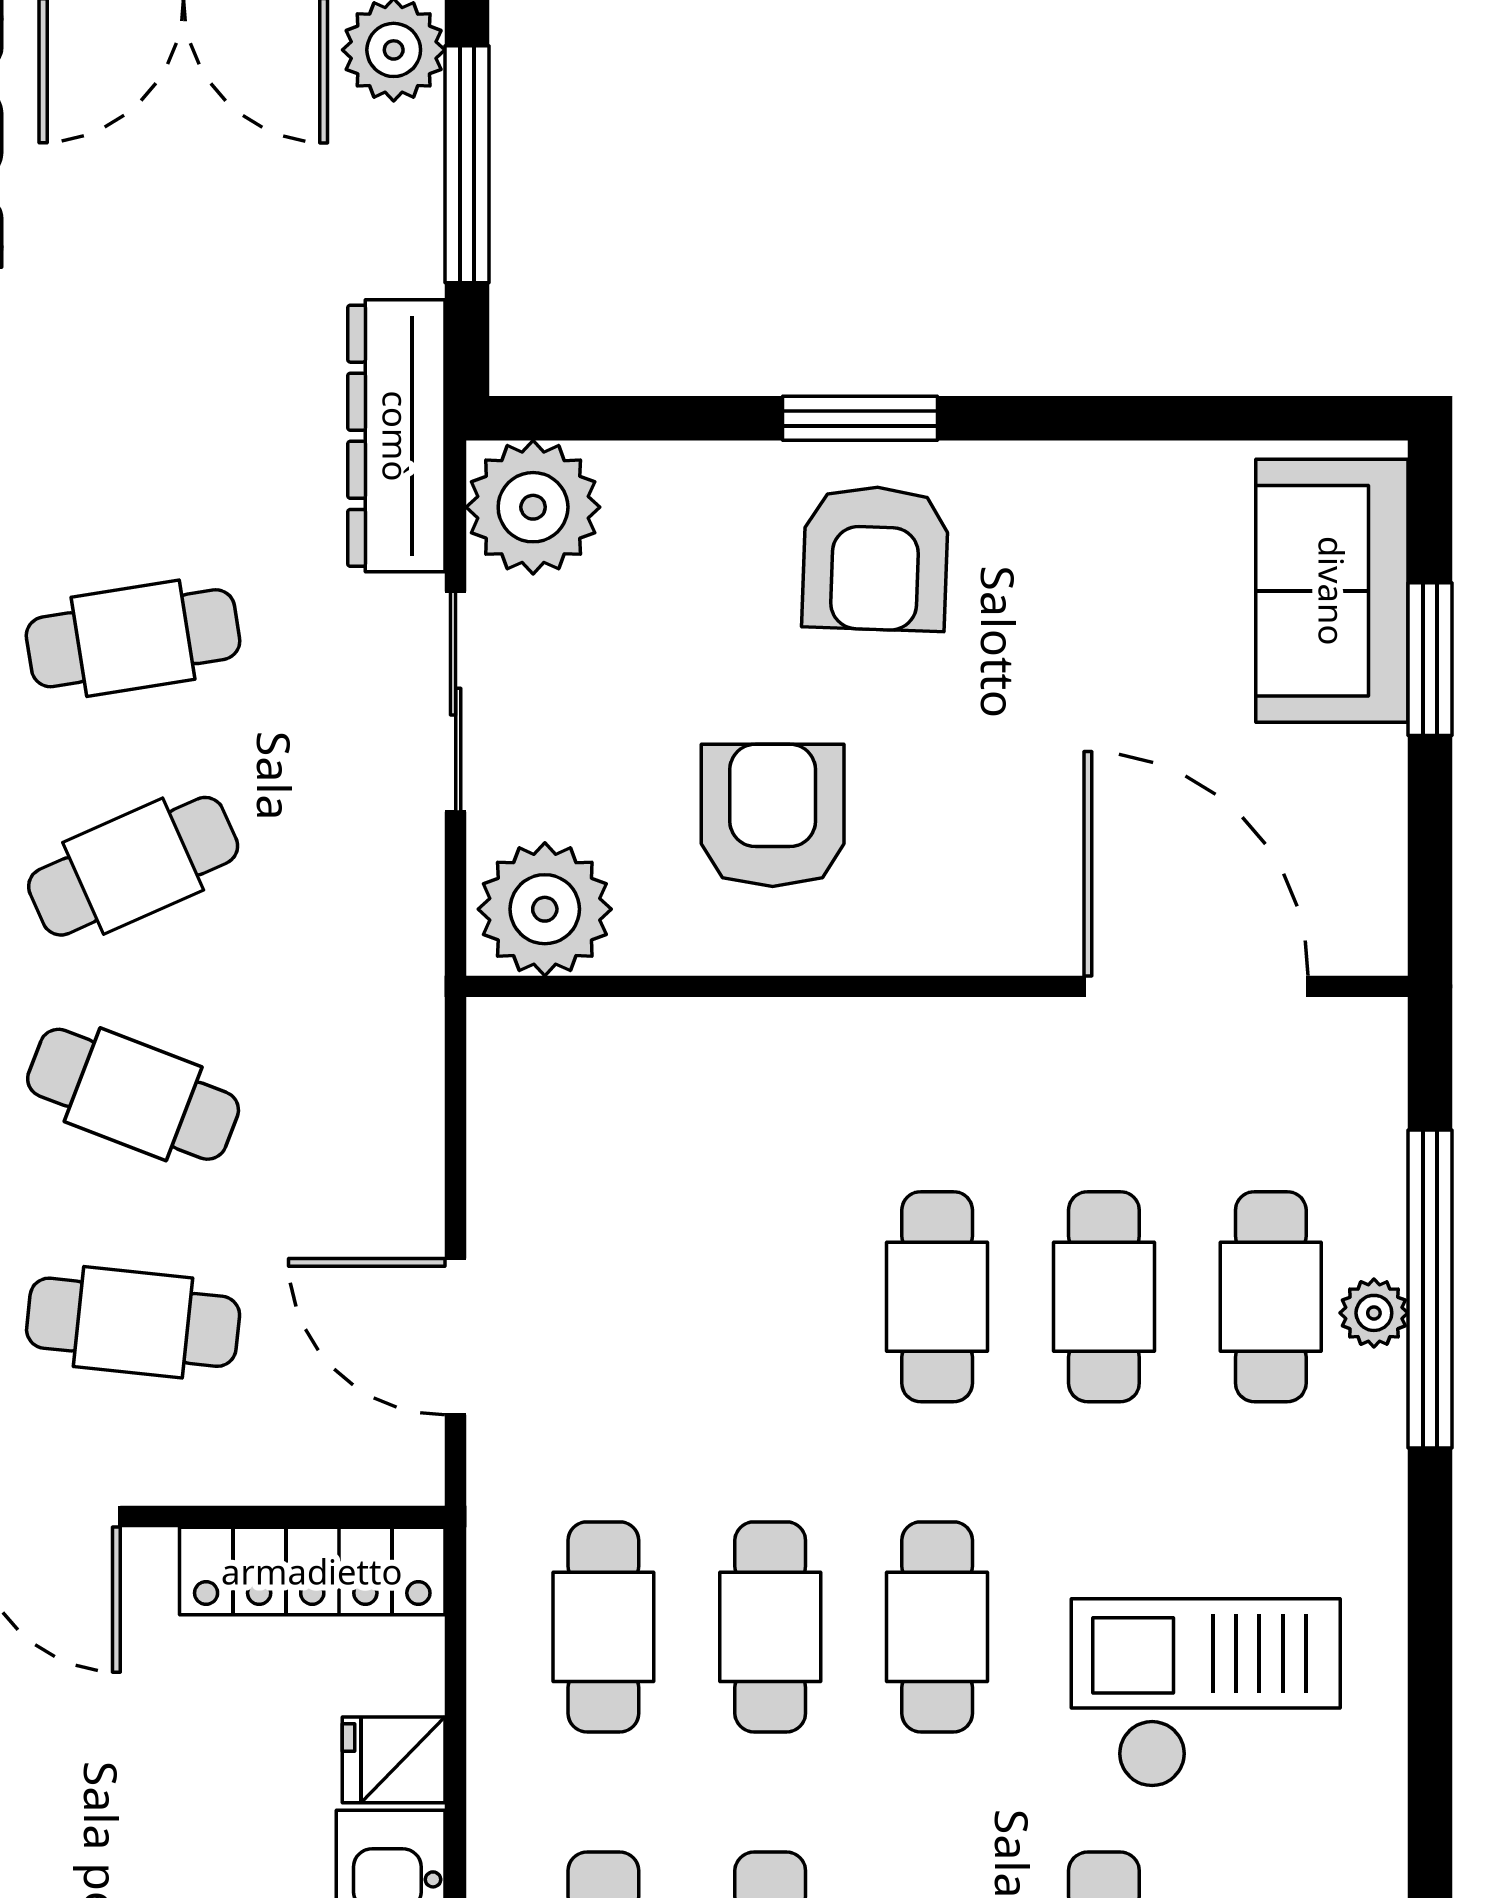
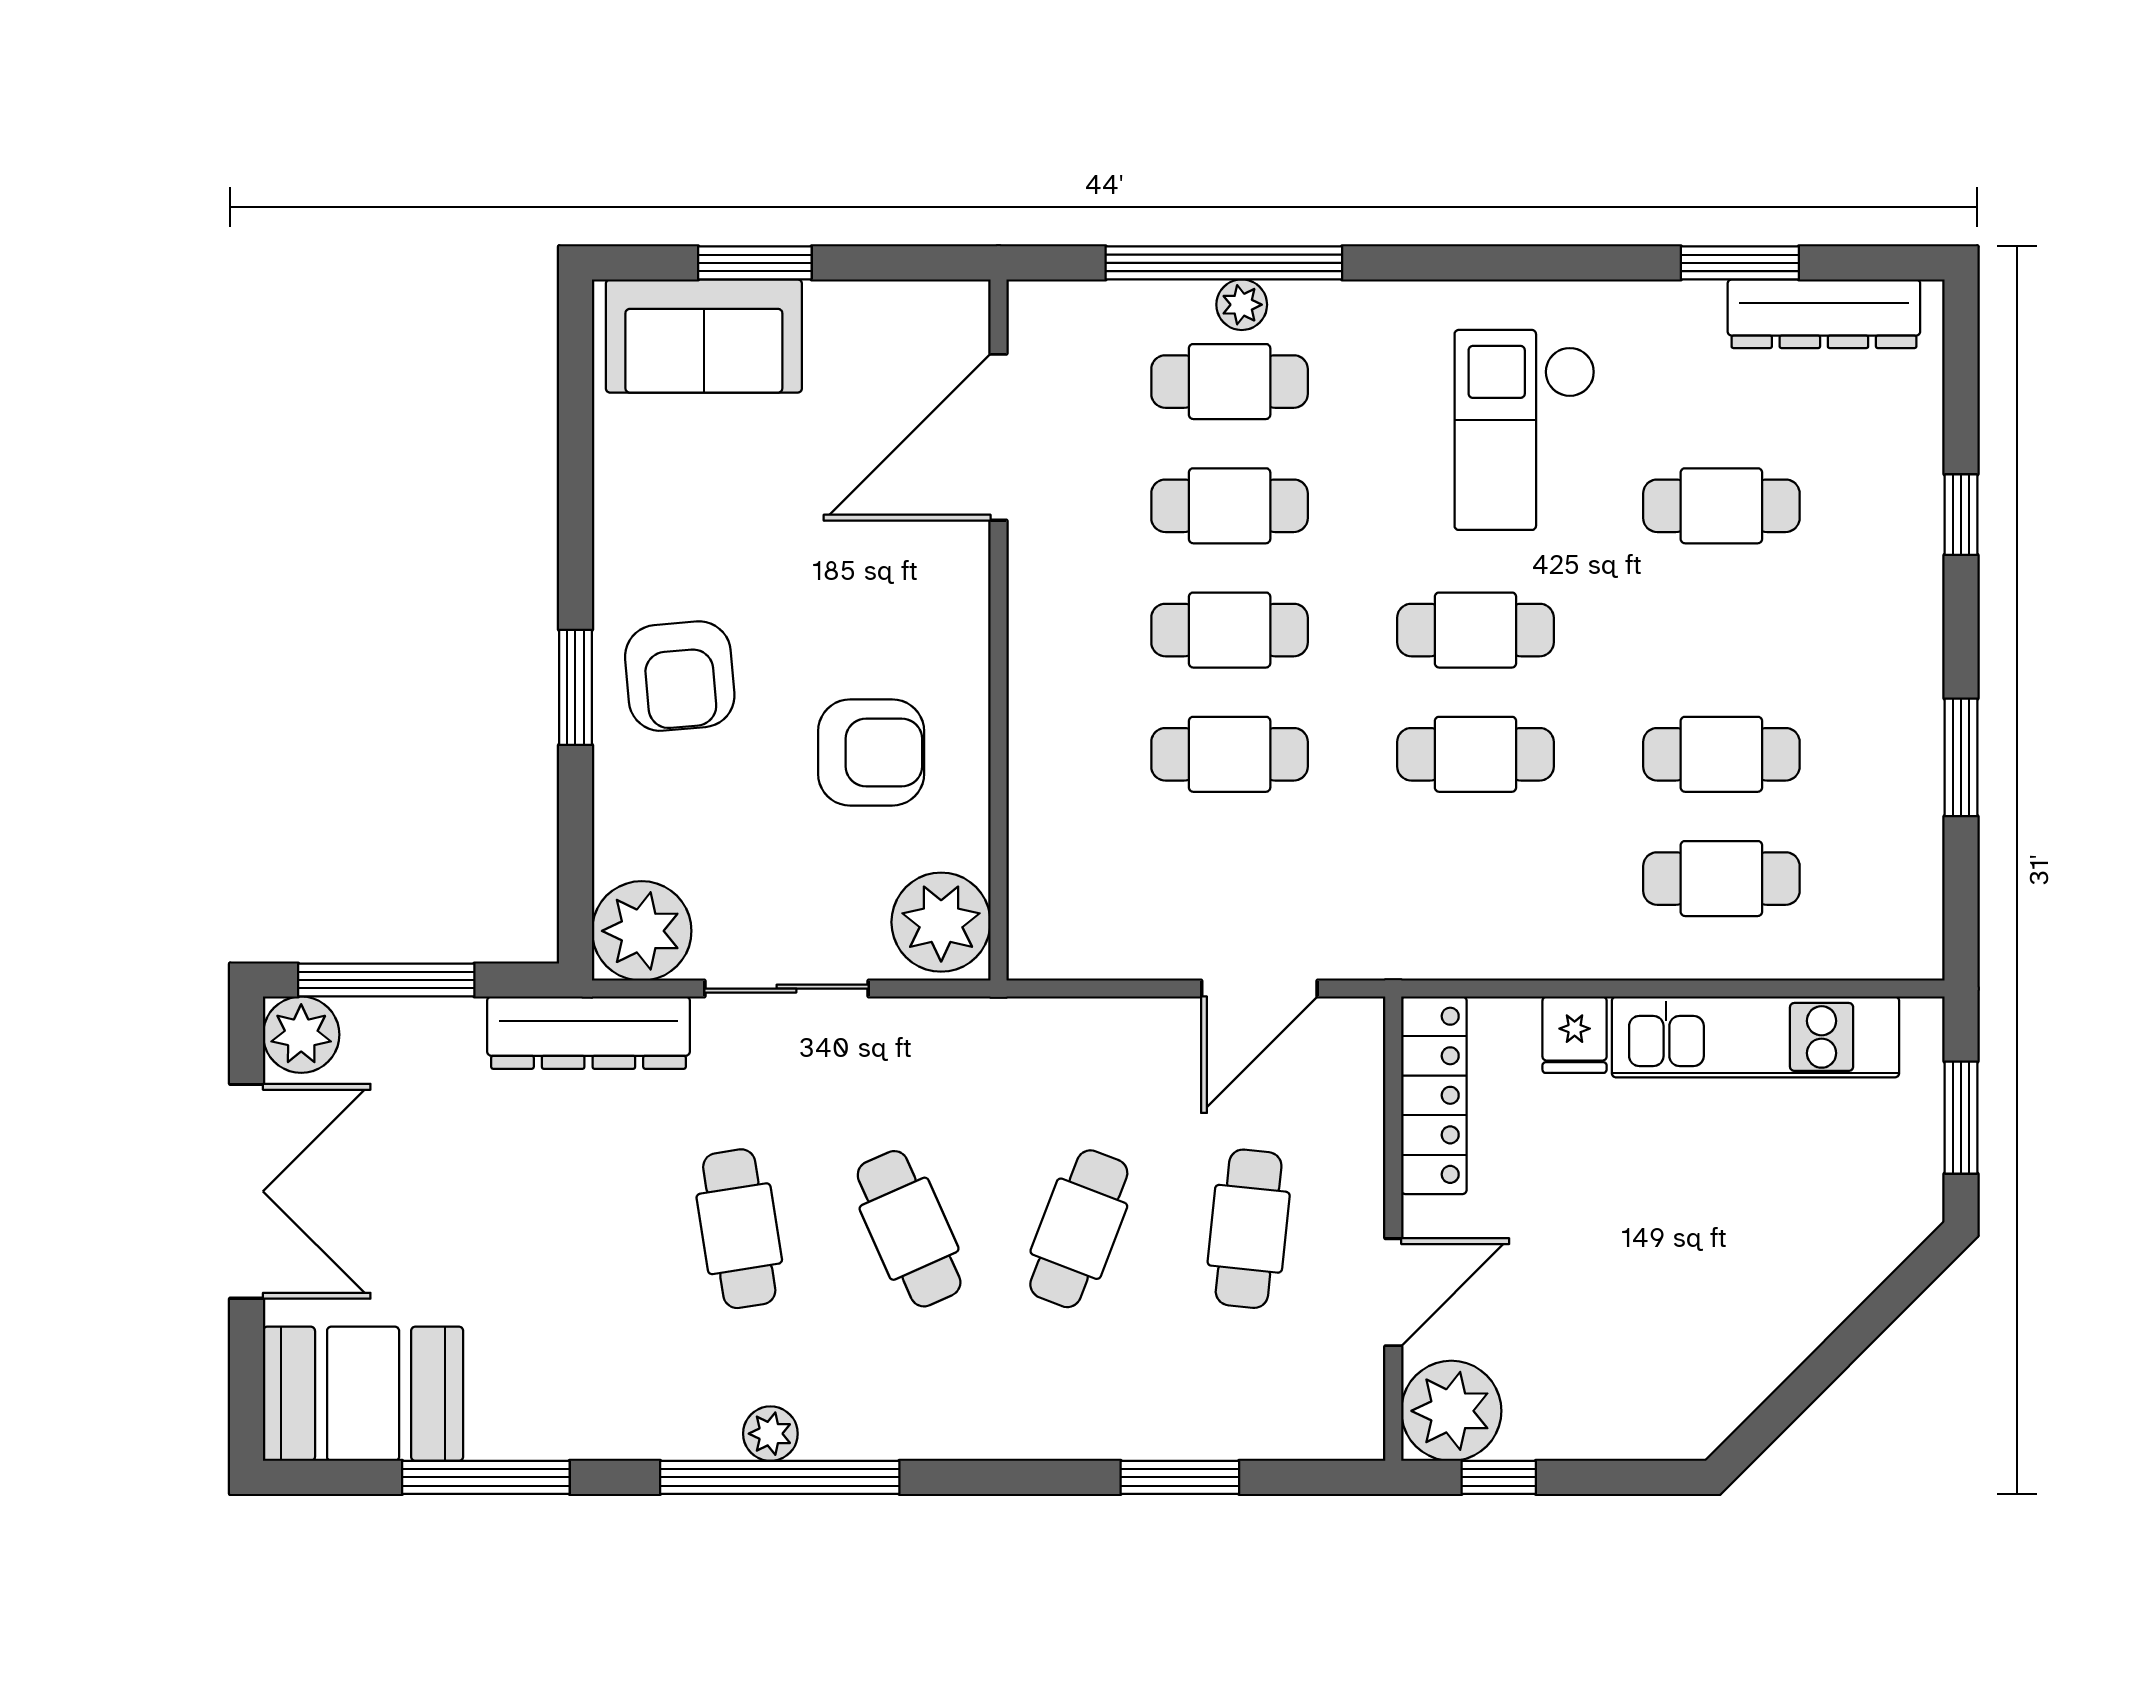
armchair: (875, 558) -> (680, 676), turned 83
armchair: (773, 815) -> (871, 752), turned 180
cafe table: (603, 1627) -> (1230, 754), moved

